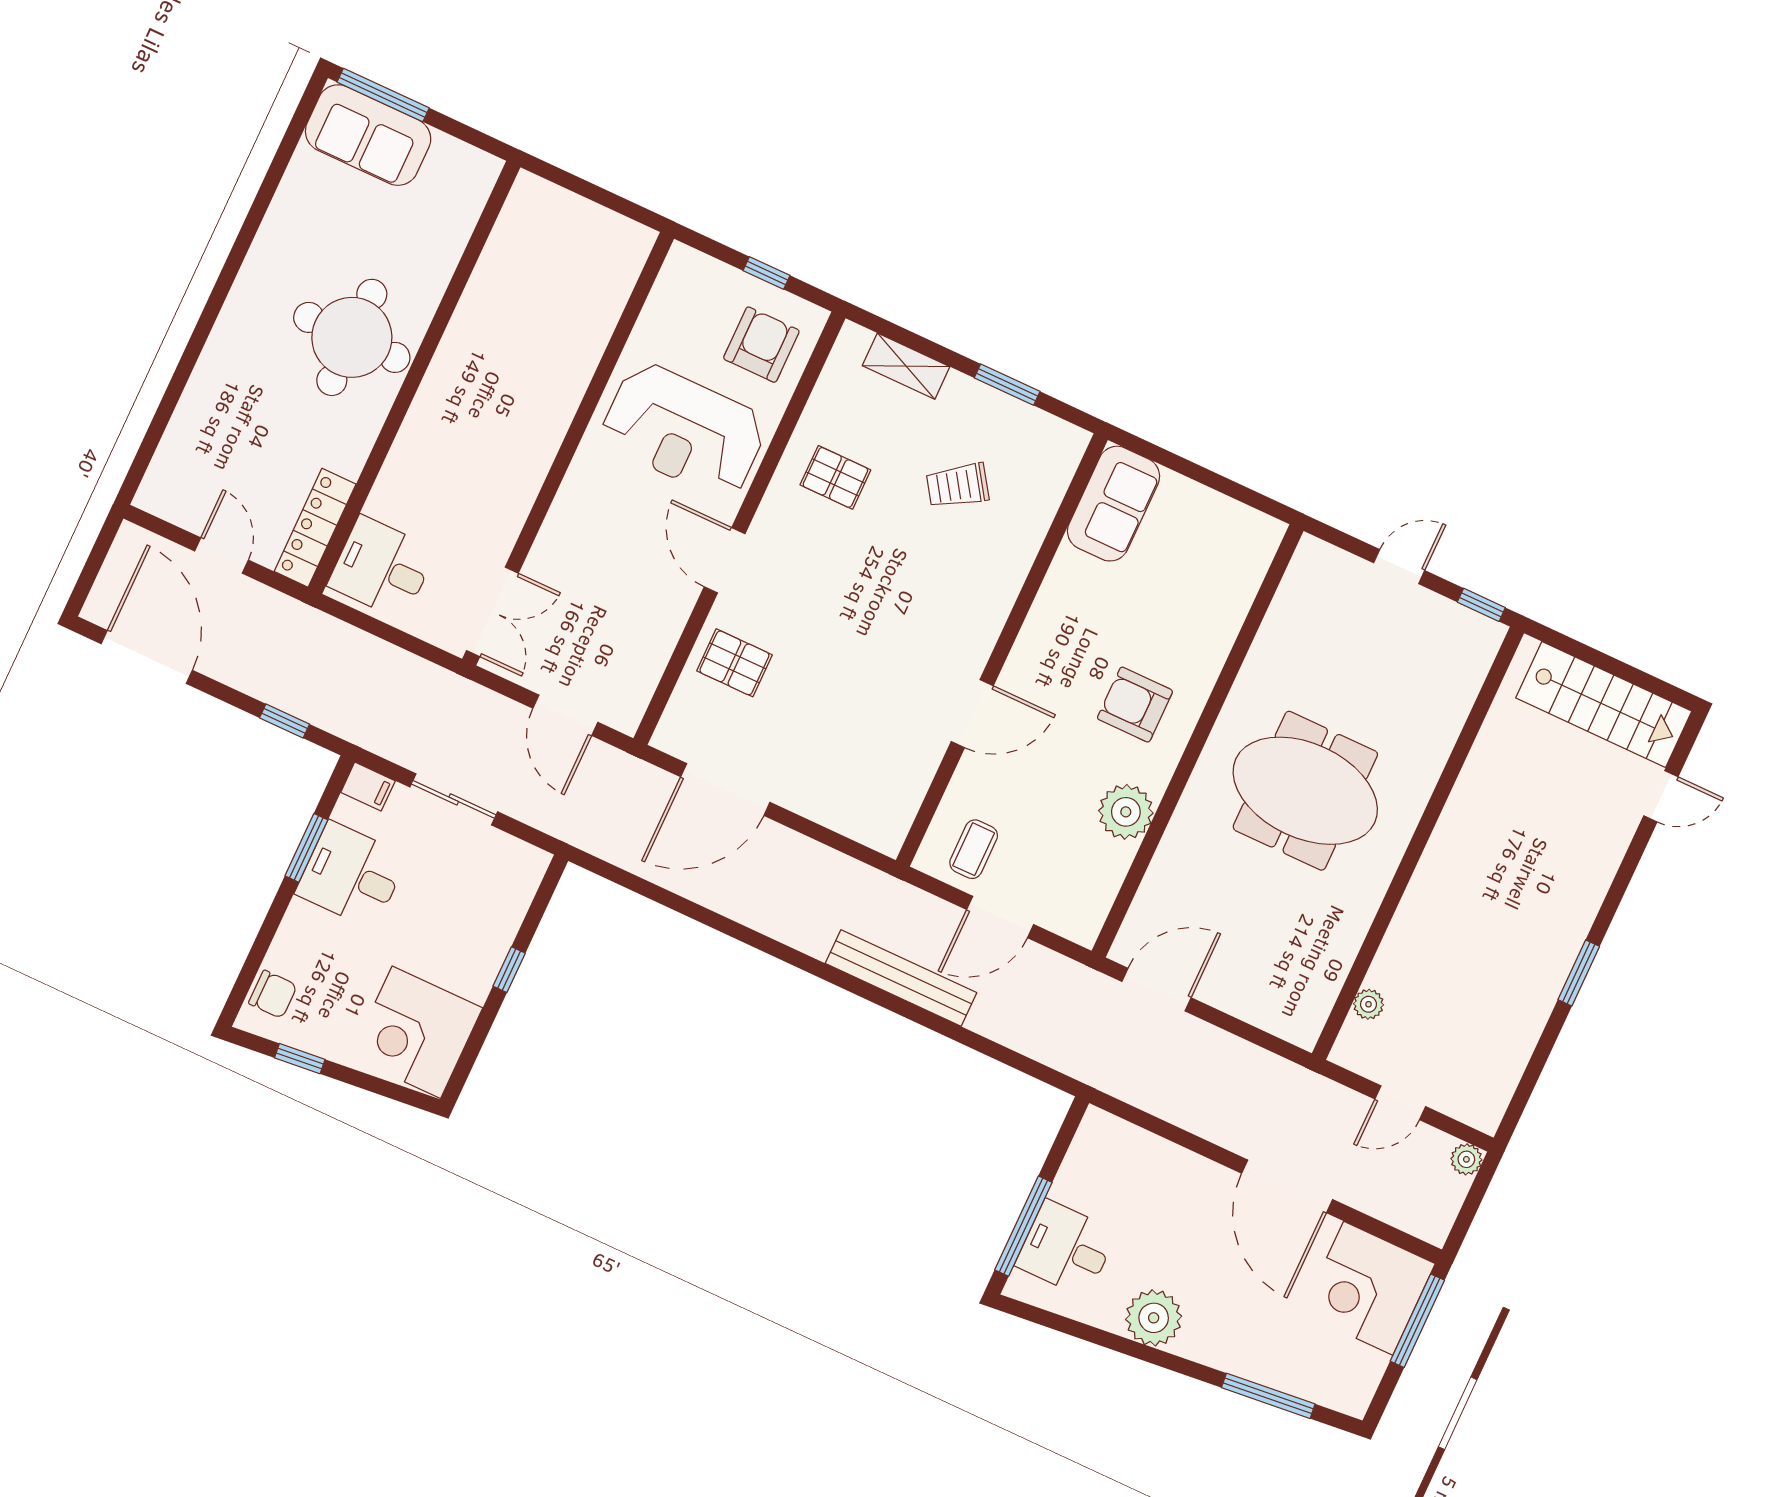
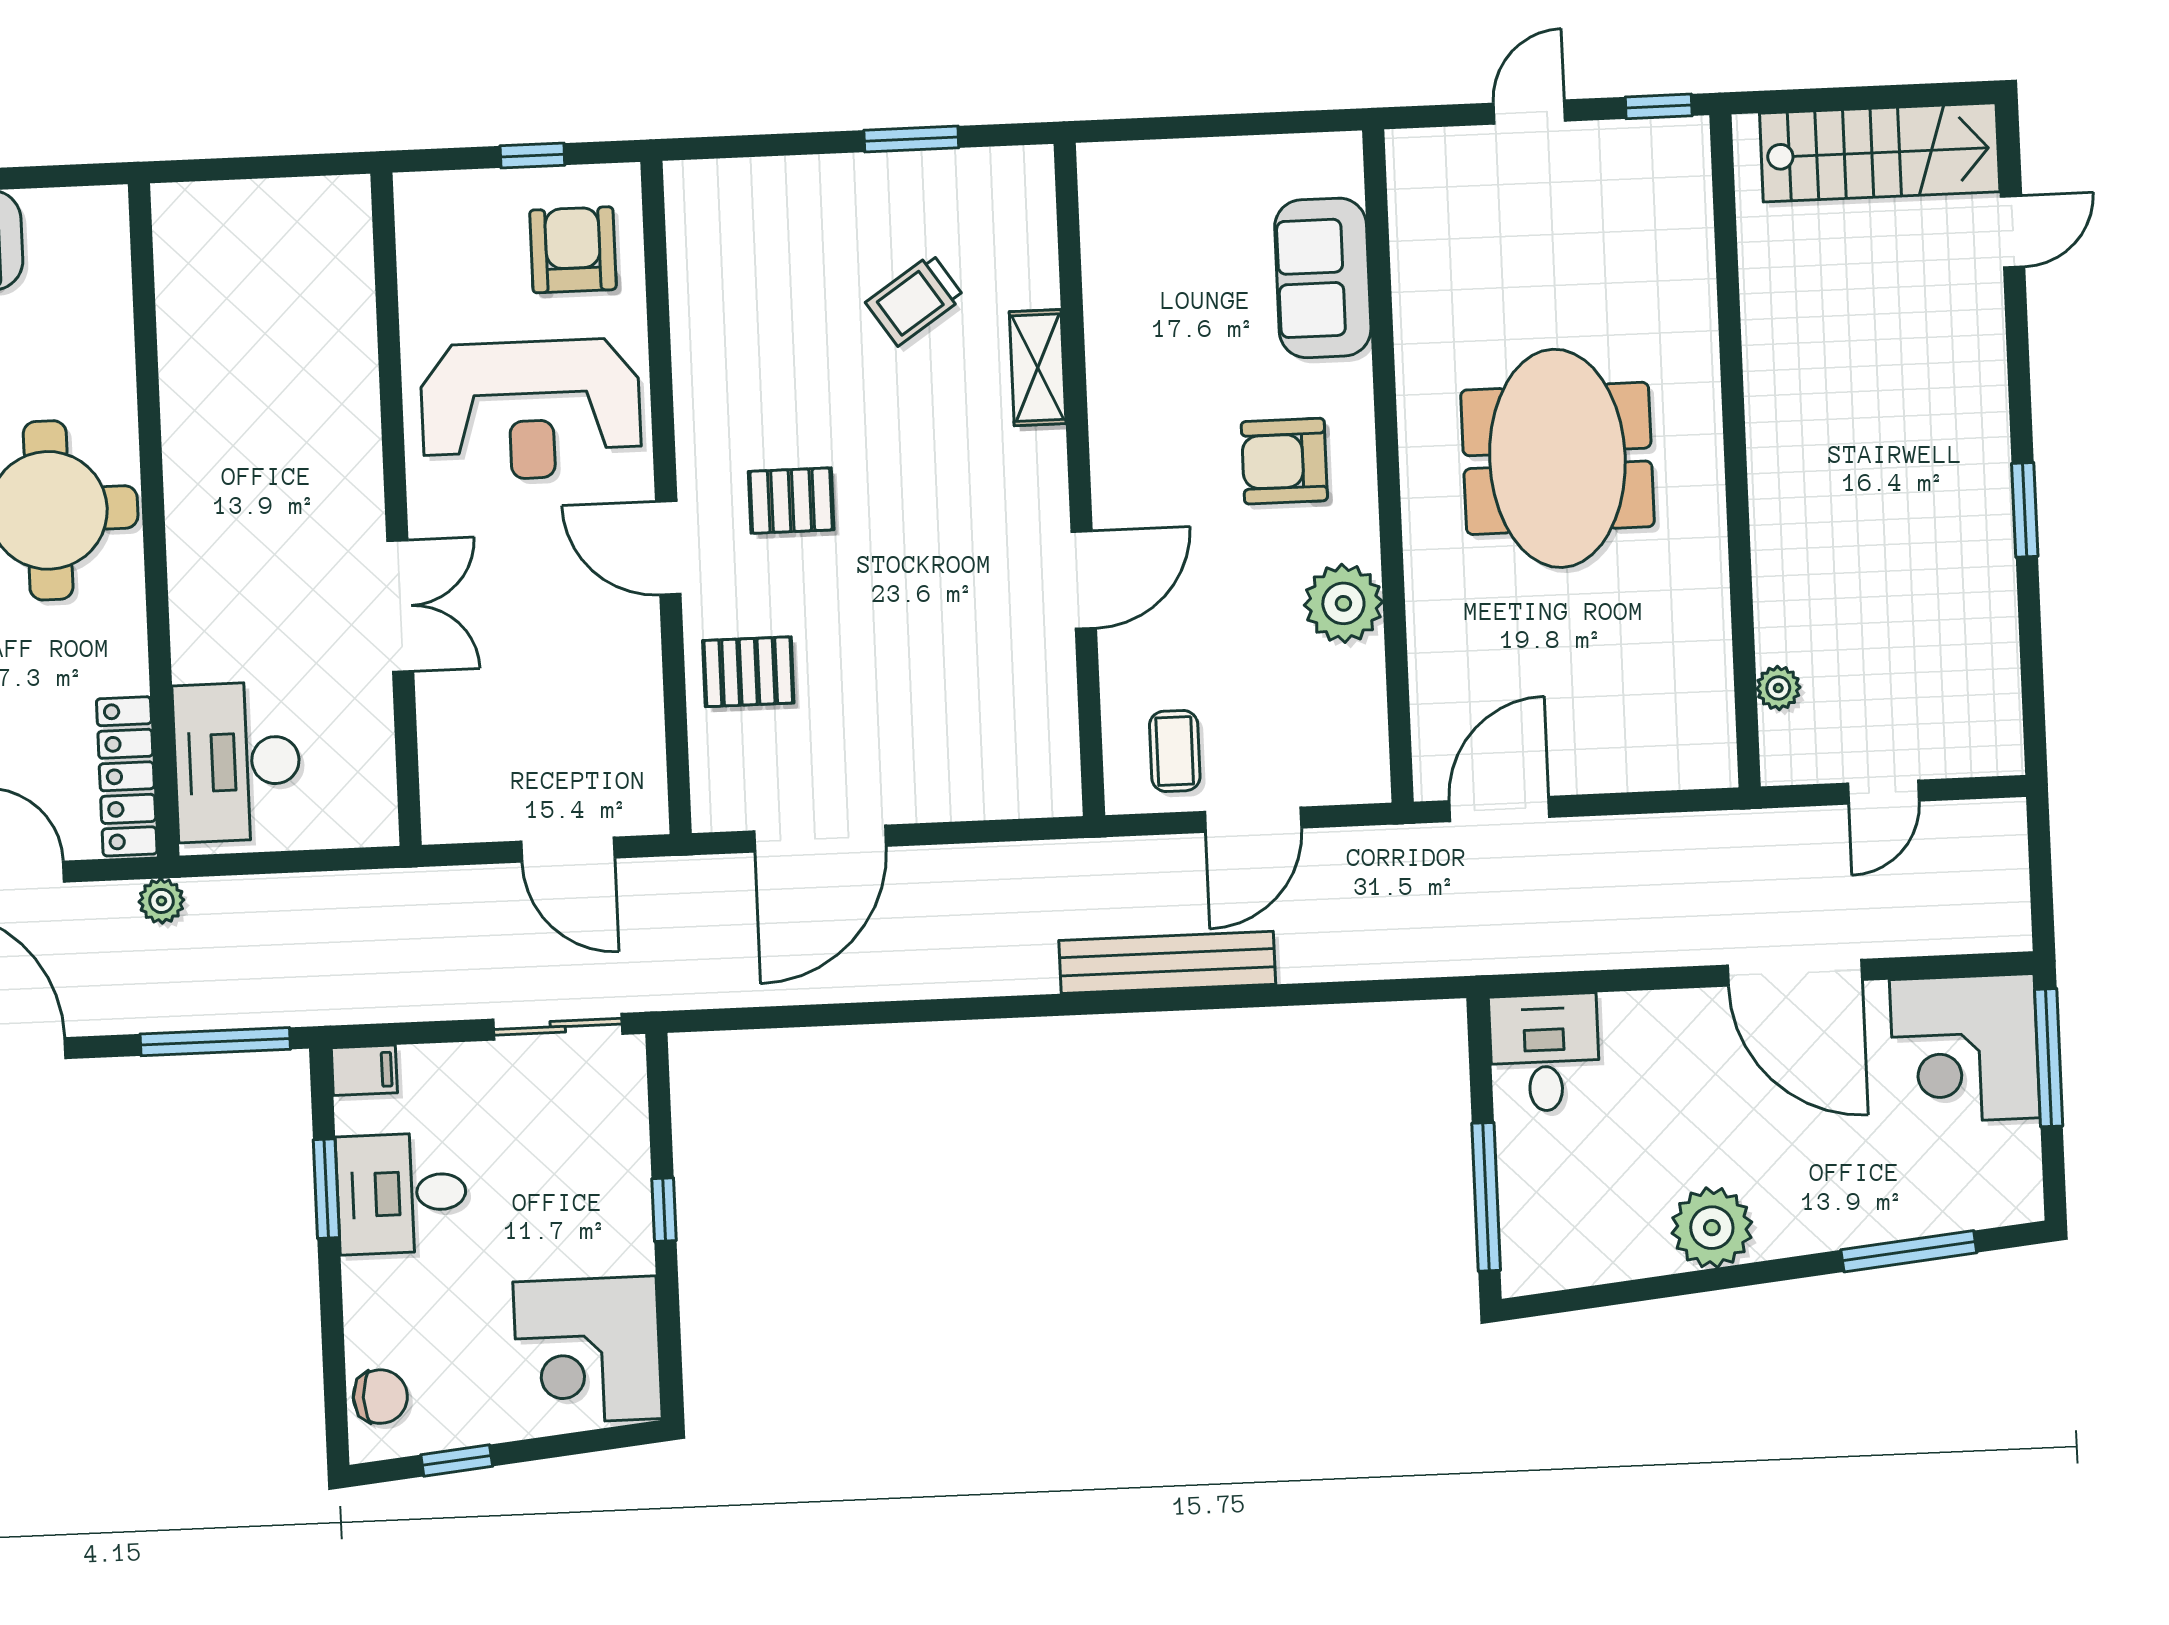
shelving: (906, 366) -> (1038, 368), moved, turned 90
pallet: (835, 477) -> (791, 501), moved
sofa: (1114, 504) -> (1323, 278), moved, turned 180
desk: (382, 568) -> (237, 762), width x1.37
double door: (492, 612) -> (400, 606), moved
window: (285, 721) -> (215, 1042), width x2.17
meeting table: (1305, 791) -> (1557, 458), turned 90
sliding door: (454, 799) -> (558, 1027), moved
plant: (1466, 1159) -> (161, 901), moved
desk: (1066, 1249) -> (1545, 1053), moved, turned 90

